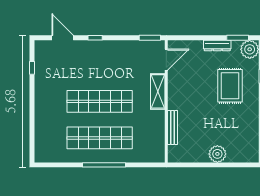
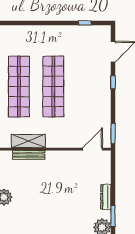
door: (166, 60) -> (92, 149), swing flipped
rug: (230, 86) -> (68, 209), removed
shelving: (158, 91) -> (28, 141), moved

